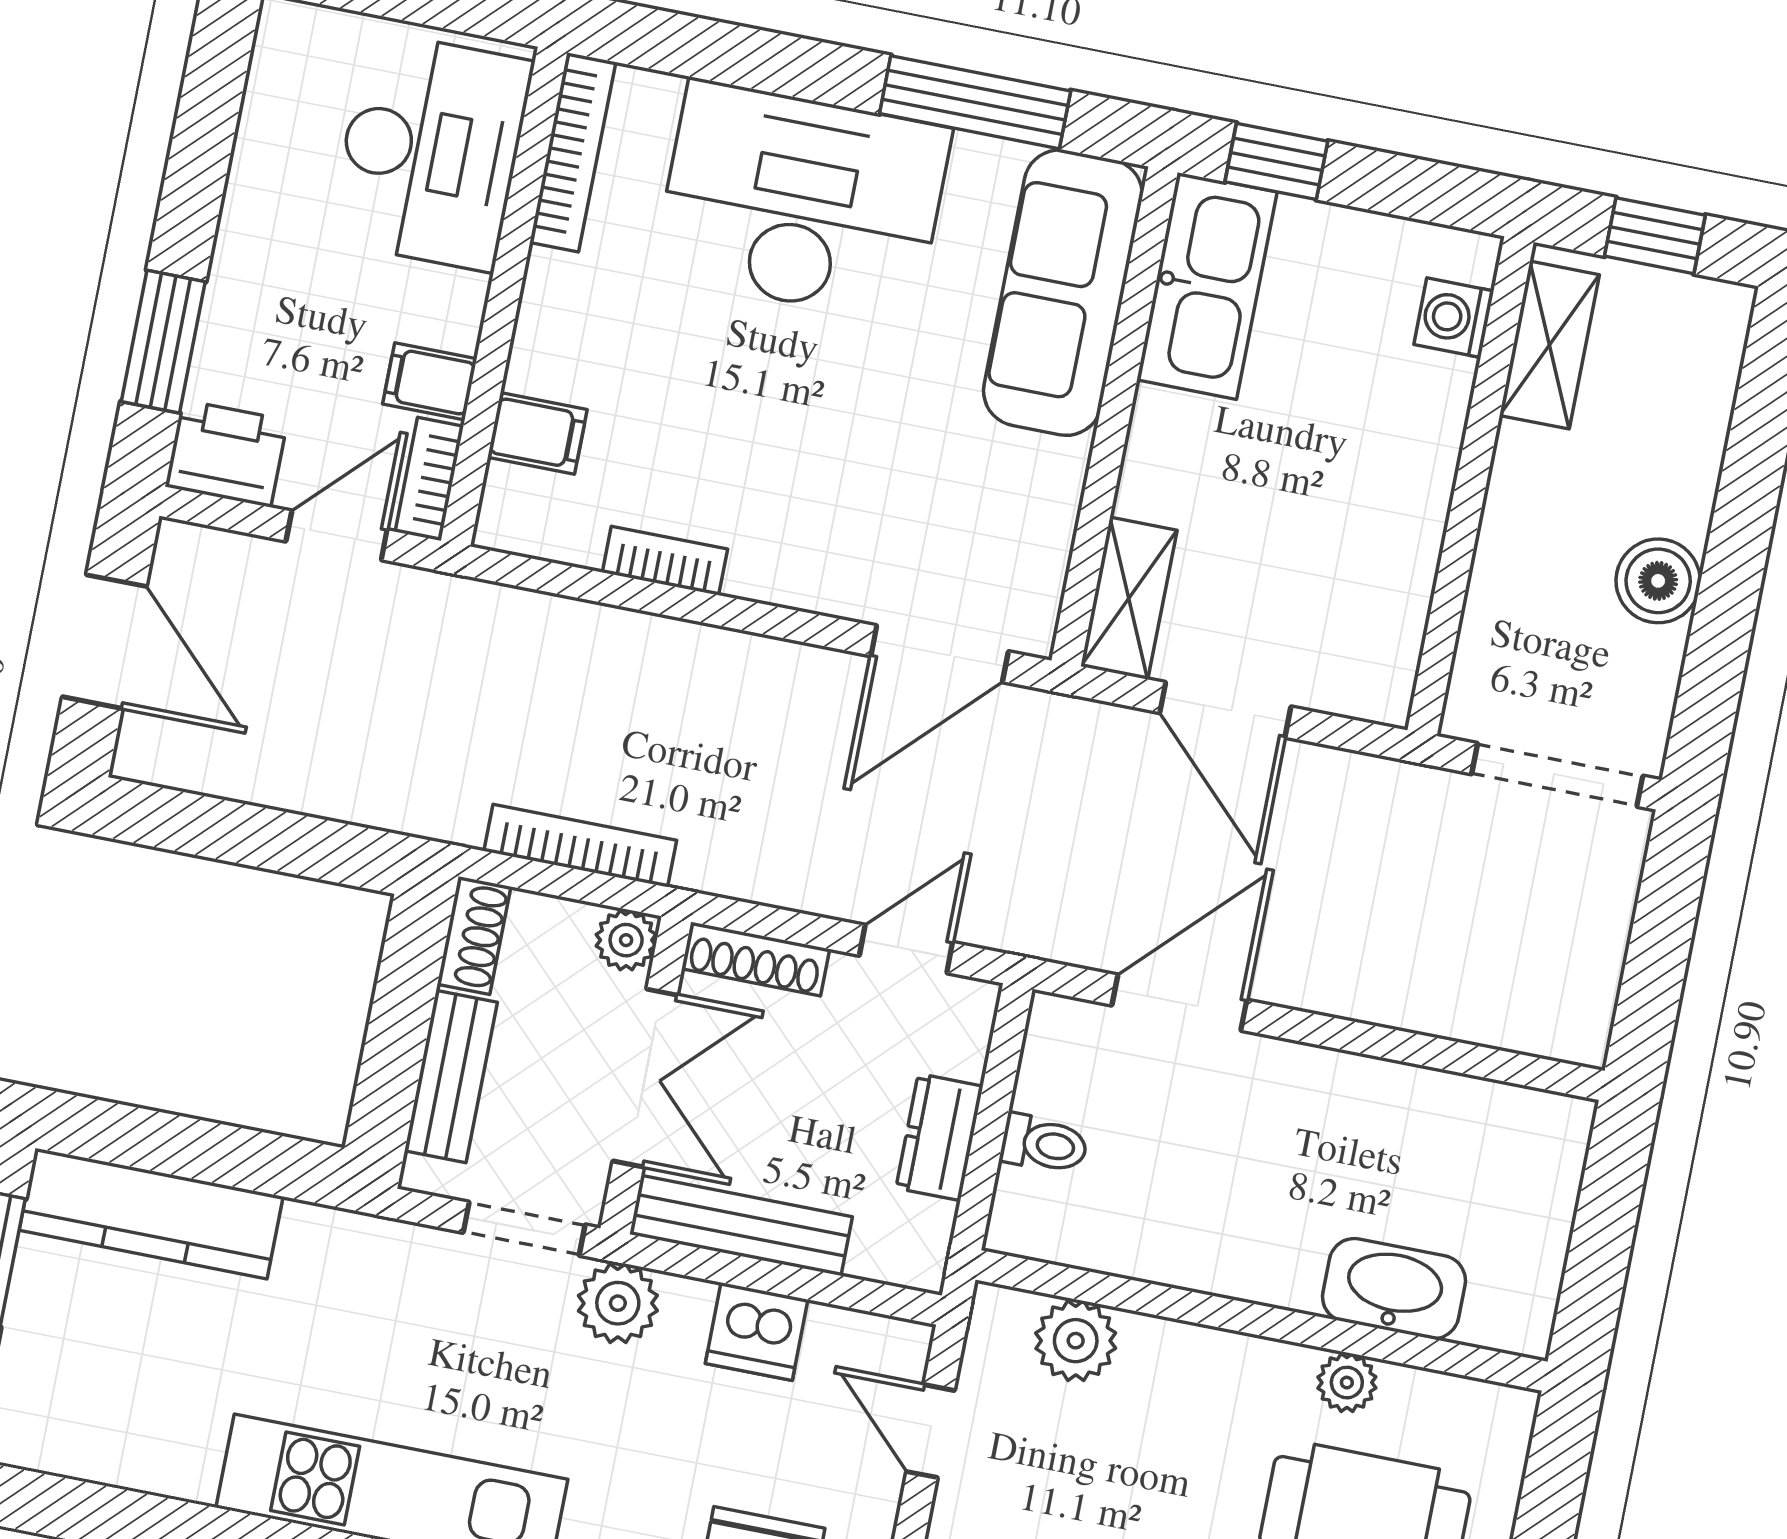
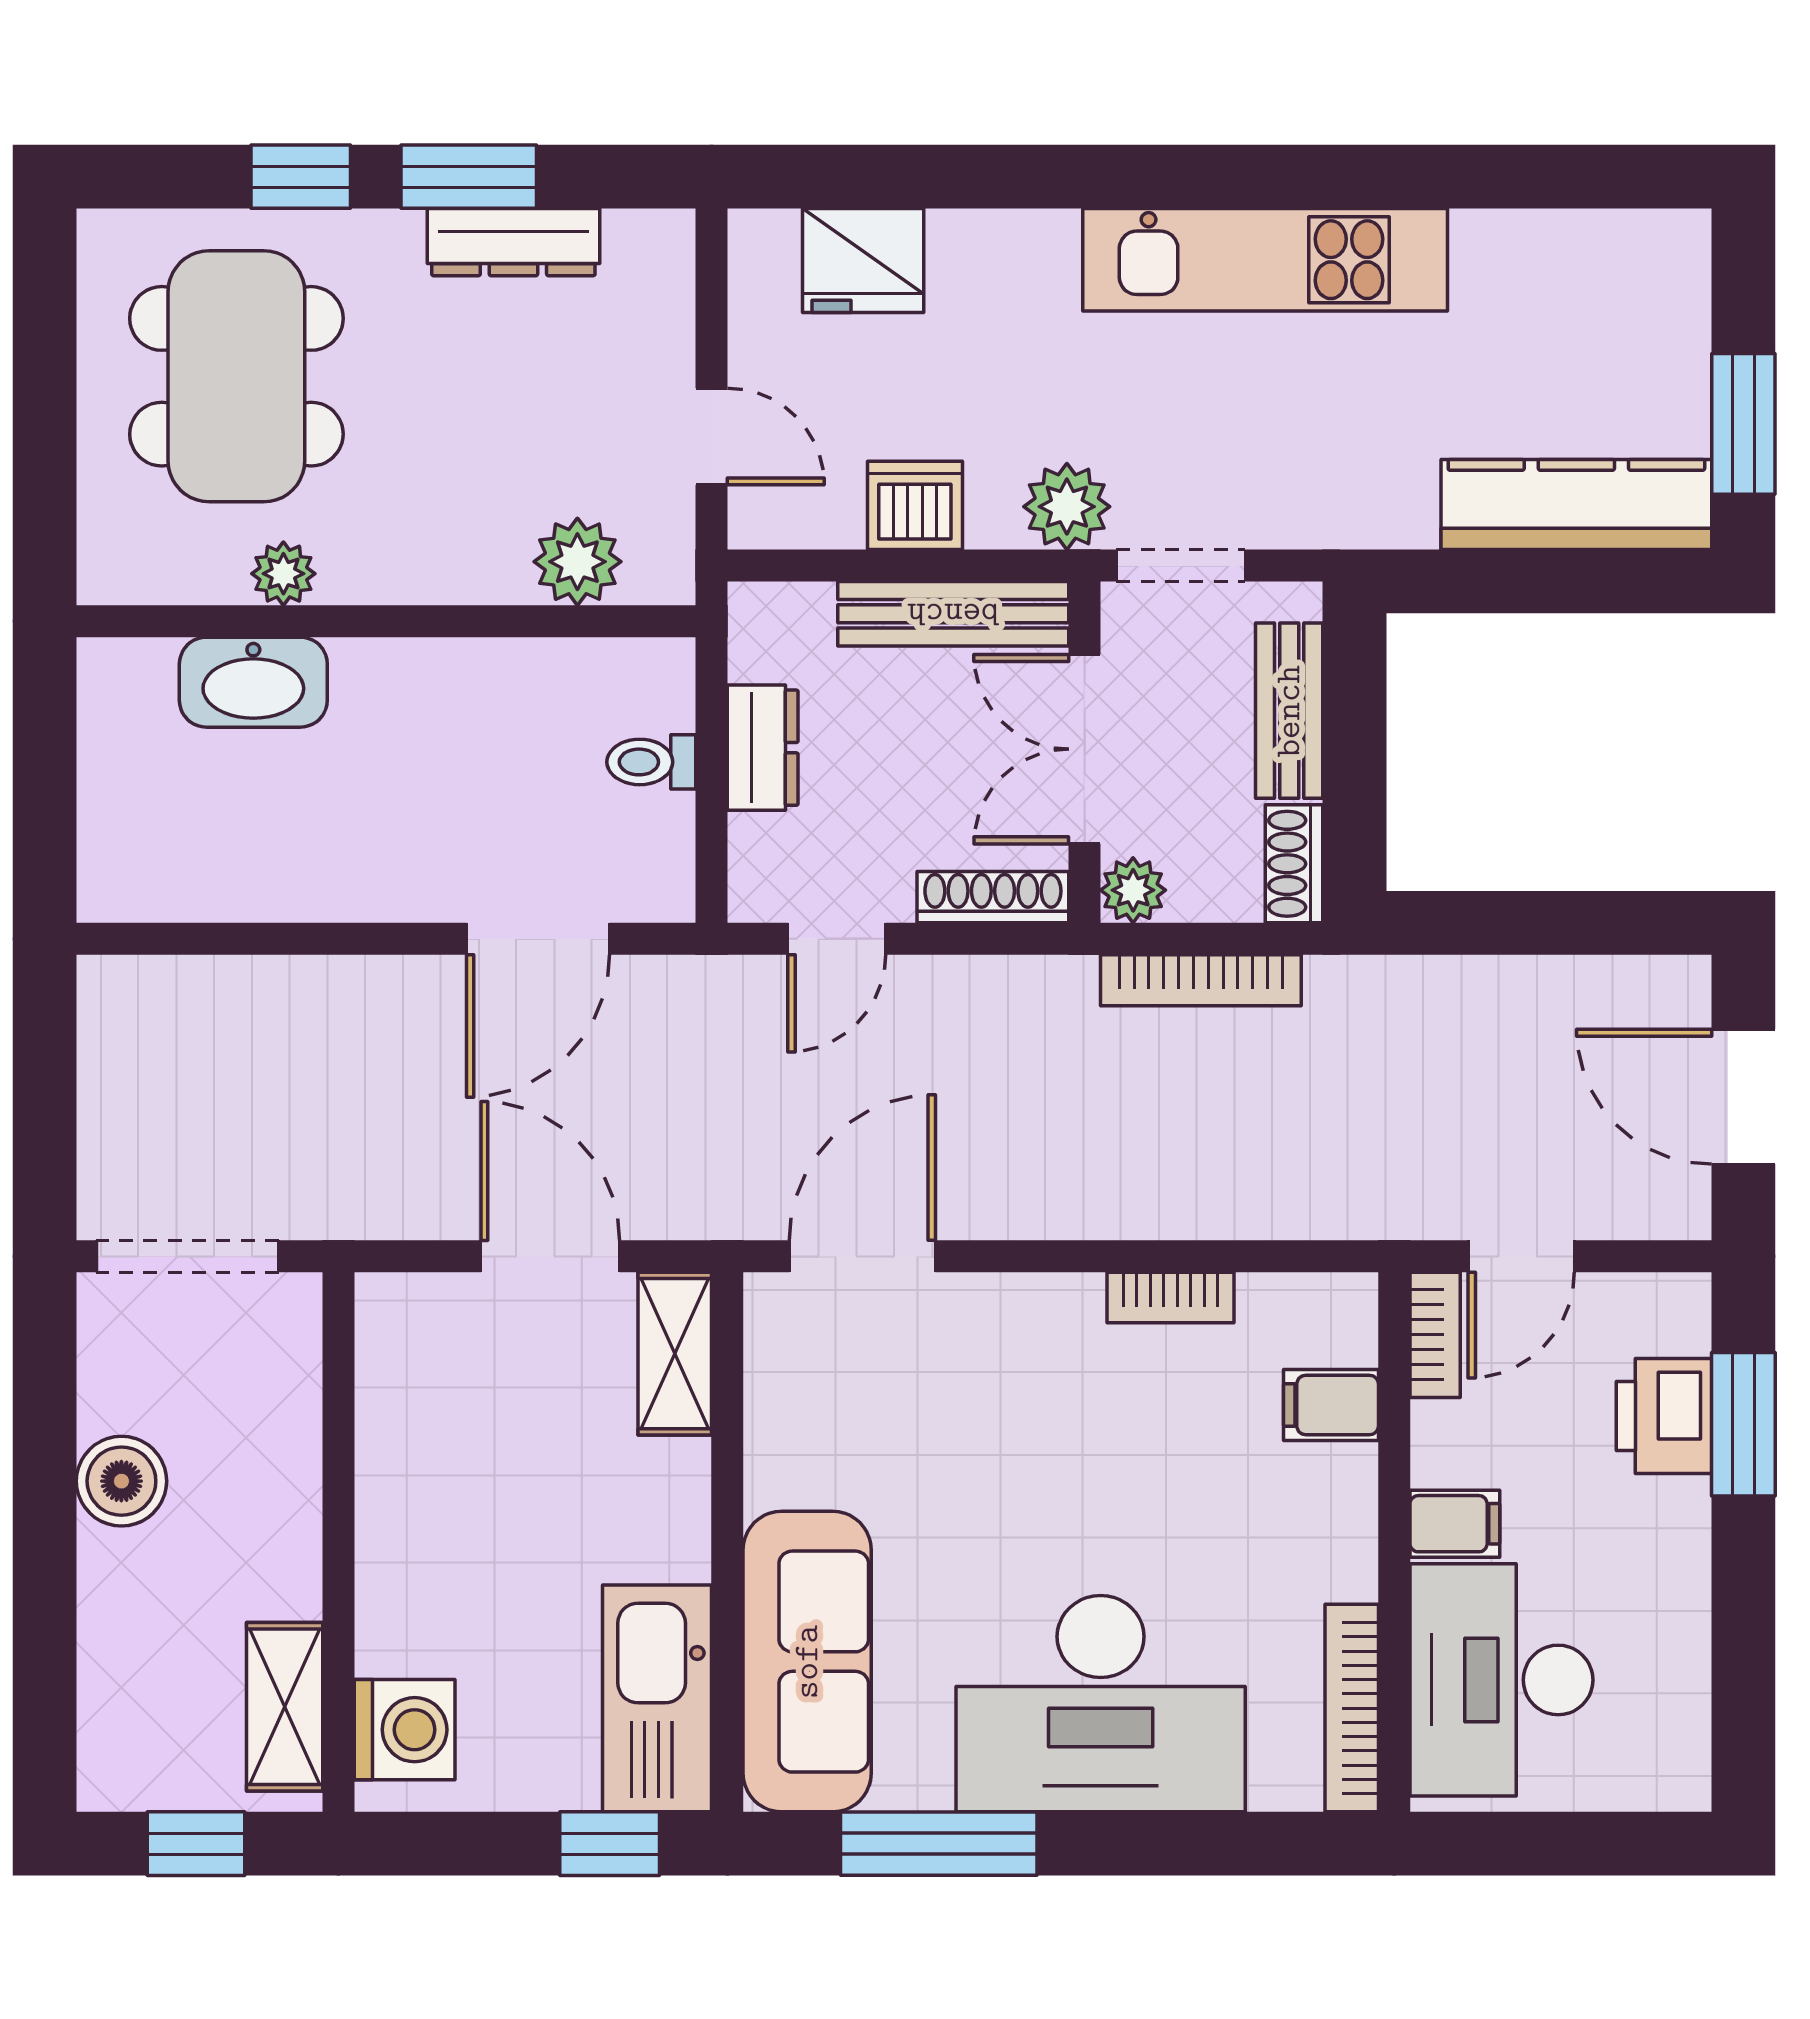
washing machine: (1454, 318) -> (405, 1730), width x1.38, depth x1.38
filing cabinet: (430, 381) -> (1455, 1524), moved
printer: (226, 453) -> (1664, 1416), moved, turned 90

